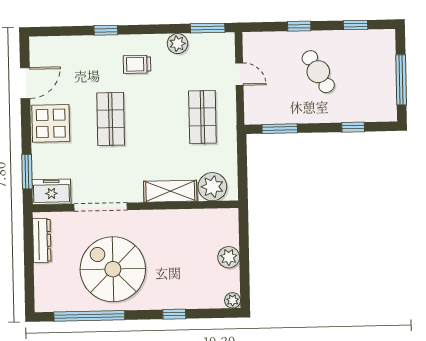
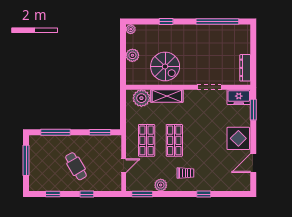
door: (239, 74) -> (124, 166), swing flipped
shop shelf: (111, 119) -> (174, 140), moved
window: (353, 127) -> (56, 132), width x2.17
doorway: (101, 207) -> (209, 87), width x0.73
spiral stairs: (113, 269) -> (165, 66), moved, width x0.73, depth x0.73

